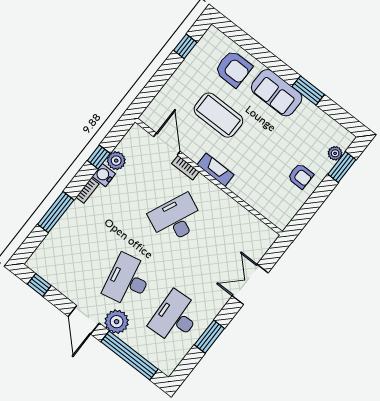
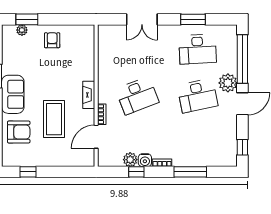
armchair: (233, 69) -> (19, 132), turned 90
desk: (176, 219) -> (137, 96), turned -45

